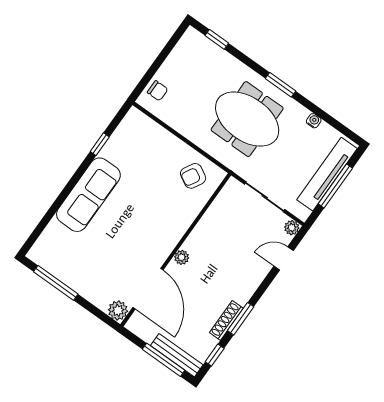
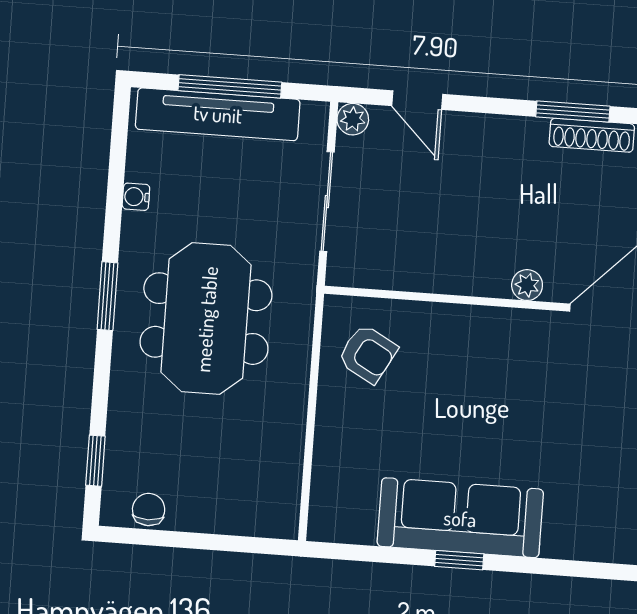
chair: (158, 91) -> (149, 509), moved
window: (100, 144) -> (459, 560), moved
sofa: (88, 195) -> (460, 518), moved

